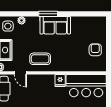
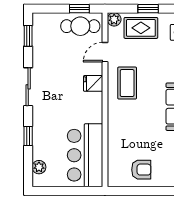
fridge: (60, 81) -> (93, 83), moved

